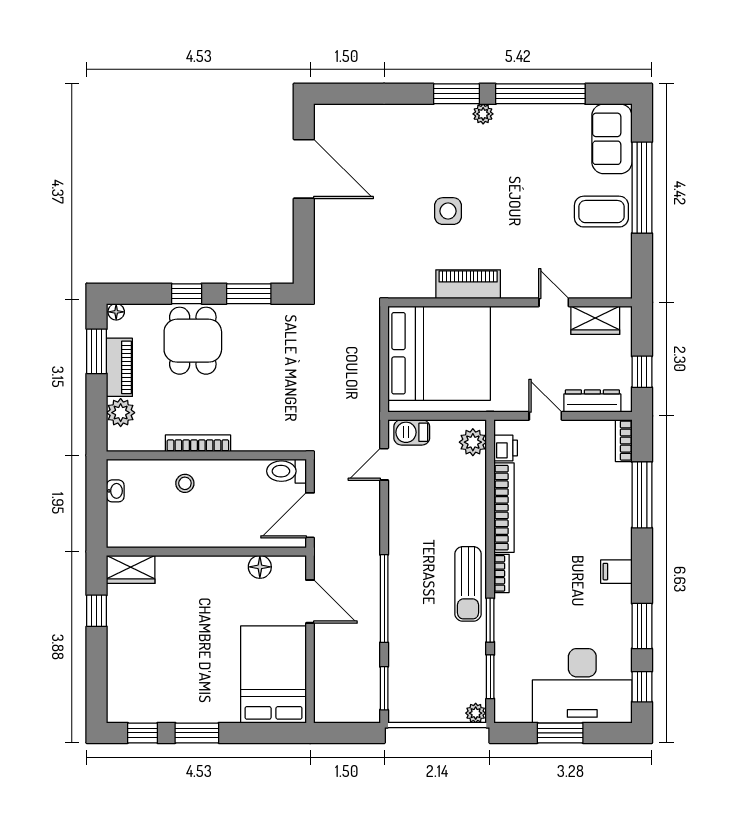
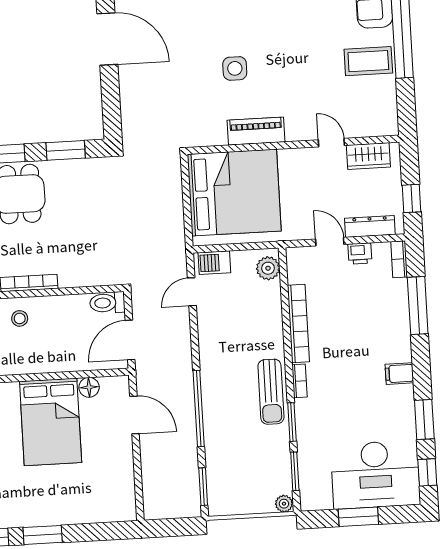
printer: (506, 448) -> (360, 253), moved, turned 90
bed: (274, 674) -> (51, 422), moved, turned 180

